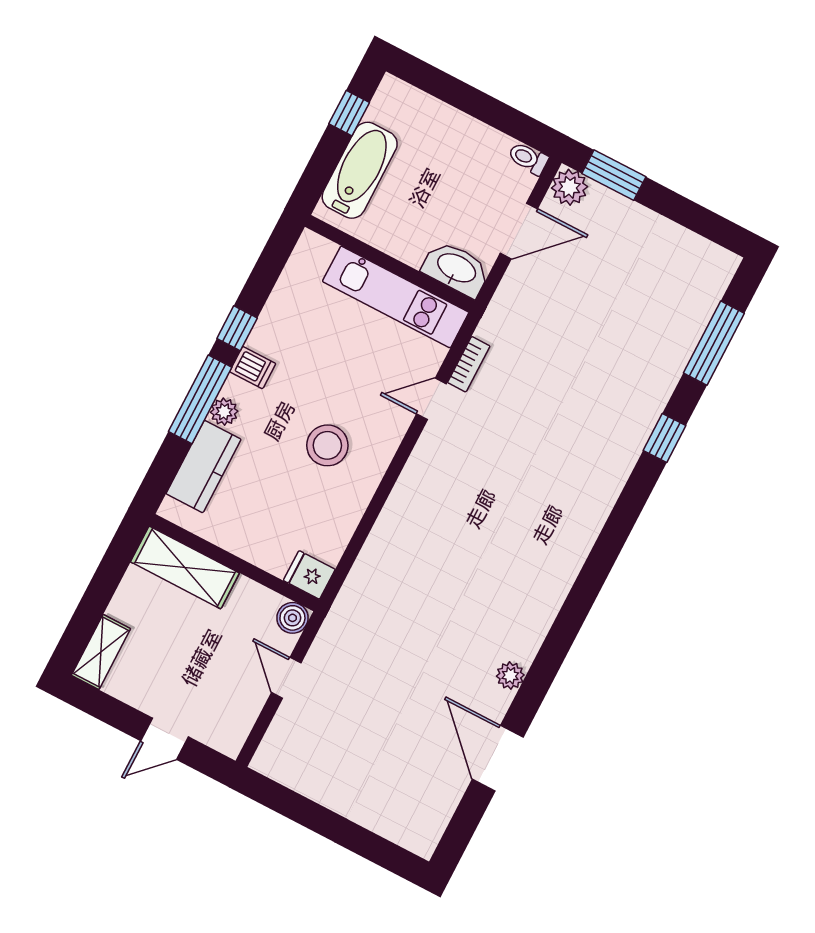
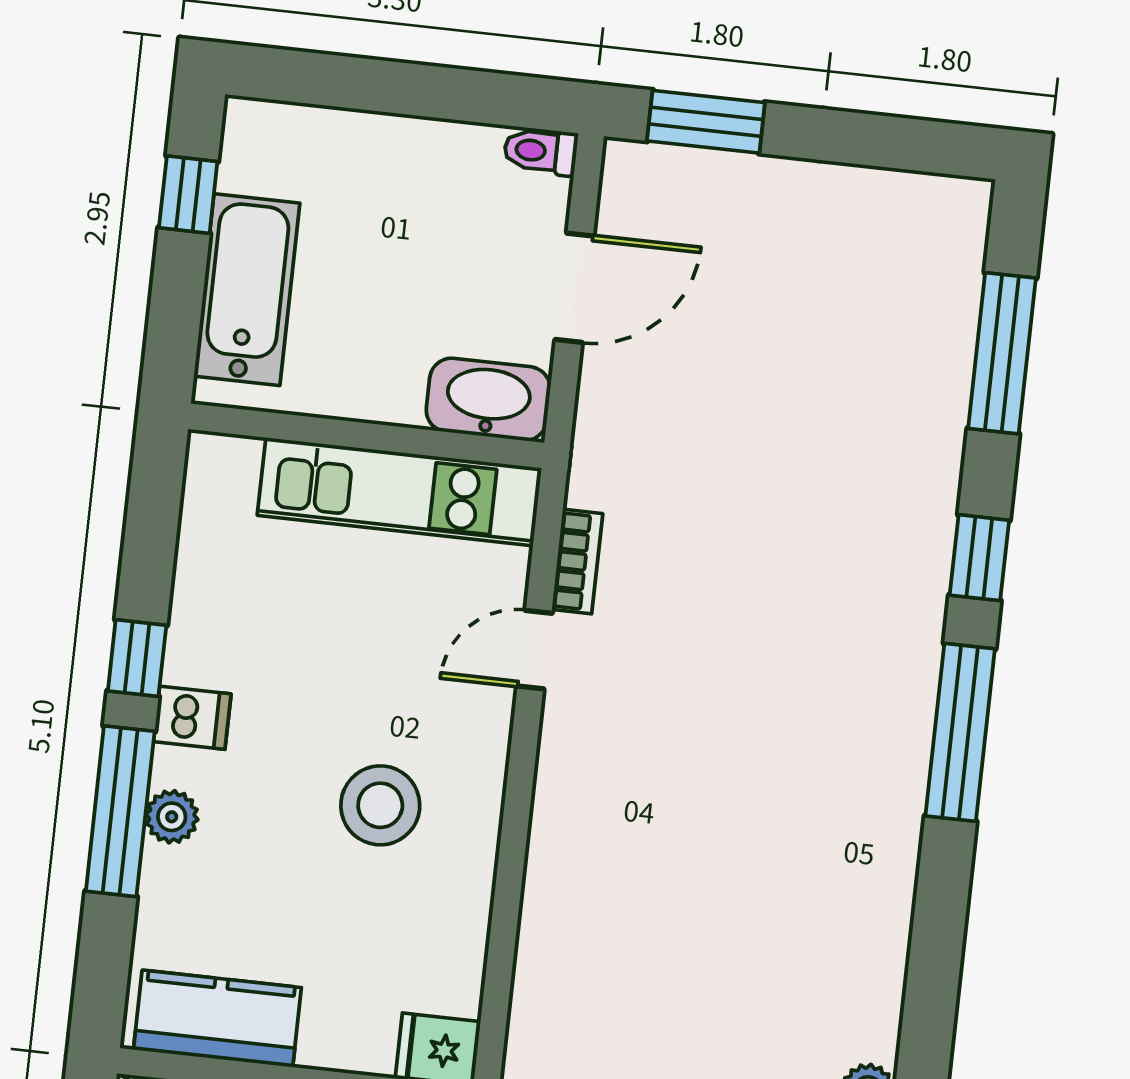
plant: (569, 187) -> (635, 174), removed
kitchen counter: (204, 467) -> (217, 1019), moved, turned -90
window: (622, 519) -> (960, 732), added

